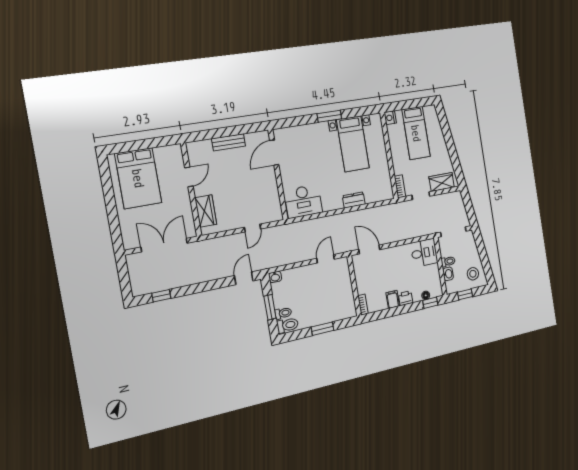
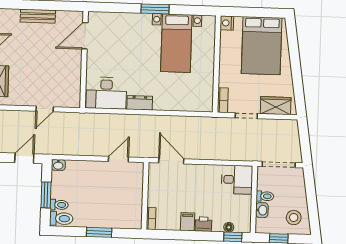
bed: (416, 133) -> (262, 46), width x1.50
dresser: (354, 200) -> (140, 103), moved

